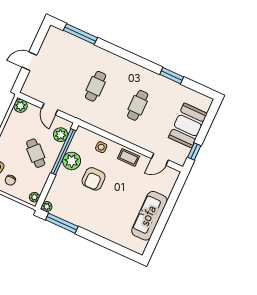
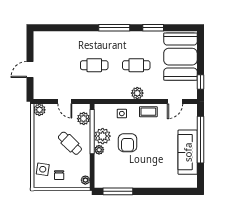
window: (80, 34) -> (114, 28), moved
cafe table: (96, 86) -> (94, 65), turned 90
cafe table: (138, 105) -> (136, 65), turned 90
booth: (188, 125) -> (180, 57), width x1.36, depth x1.42
plant: (126, 134) -> (137, 93), added
plant: (47, 207) -> (99, 150), moved
window: (168, 209) -> (201, 140), added

